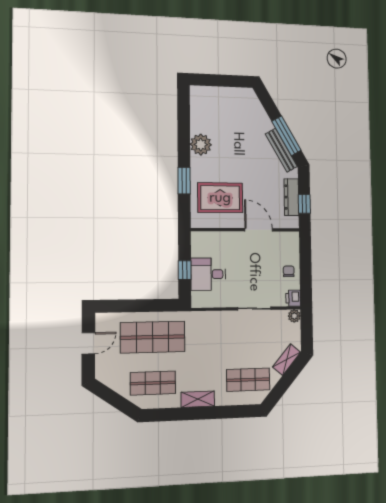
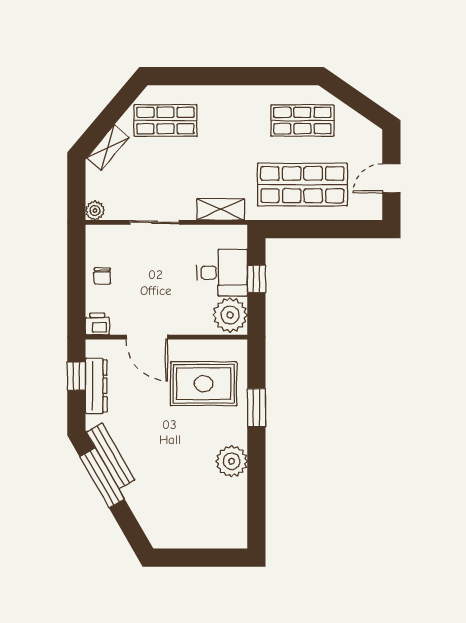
plant: (203, 245) -> (230, 315), added
printer: (293, 298) -> (97, 324), moved, turned -90
shelving: (198, 399) -> (221, 209), moved

